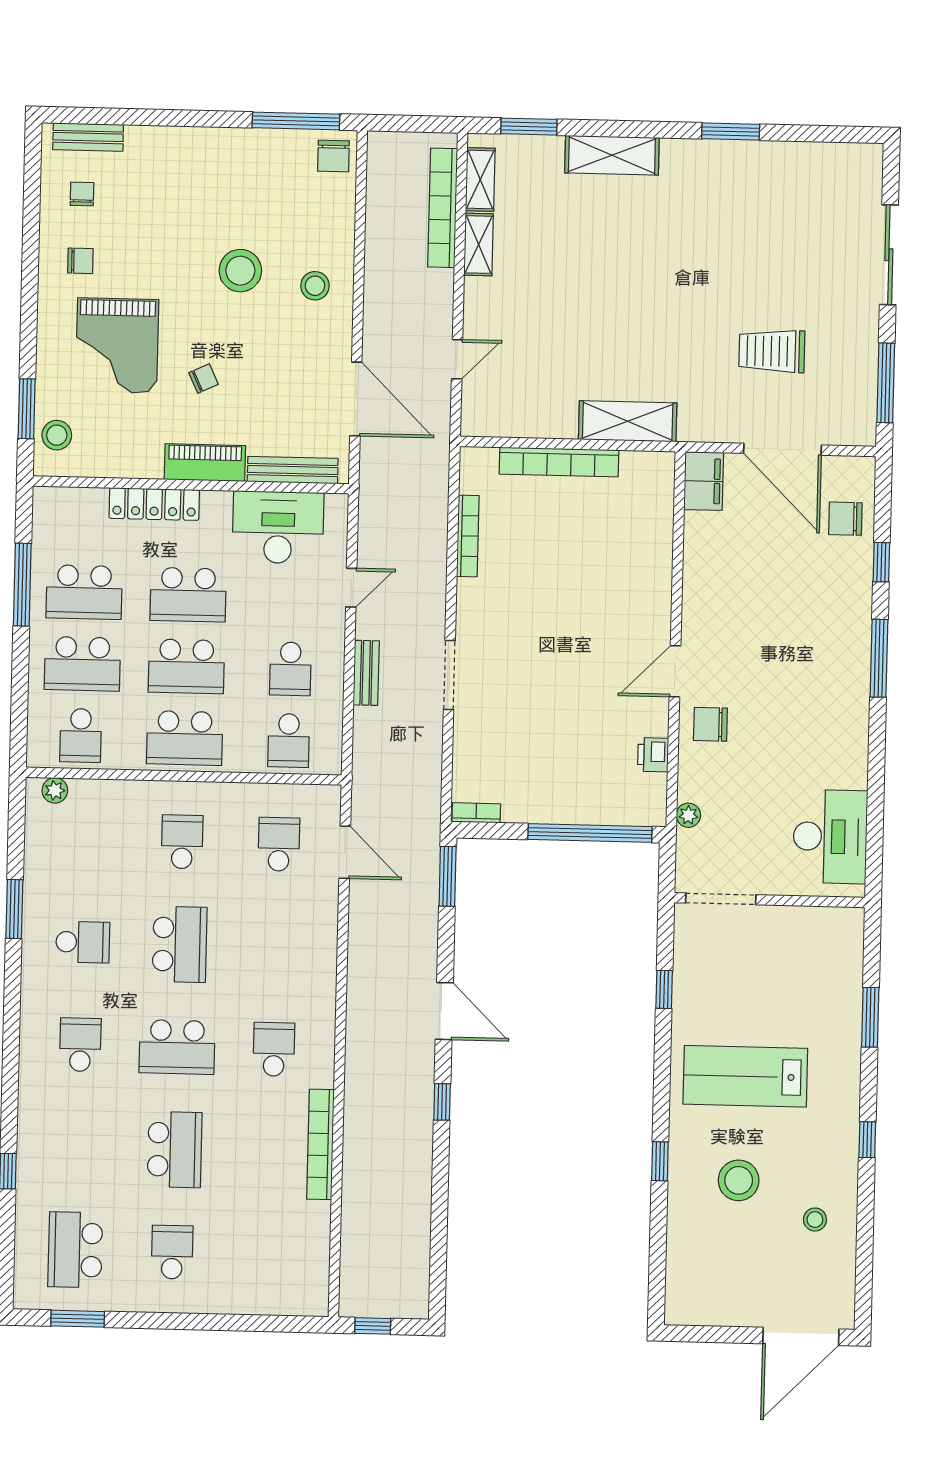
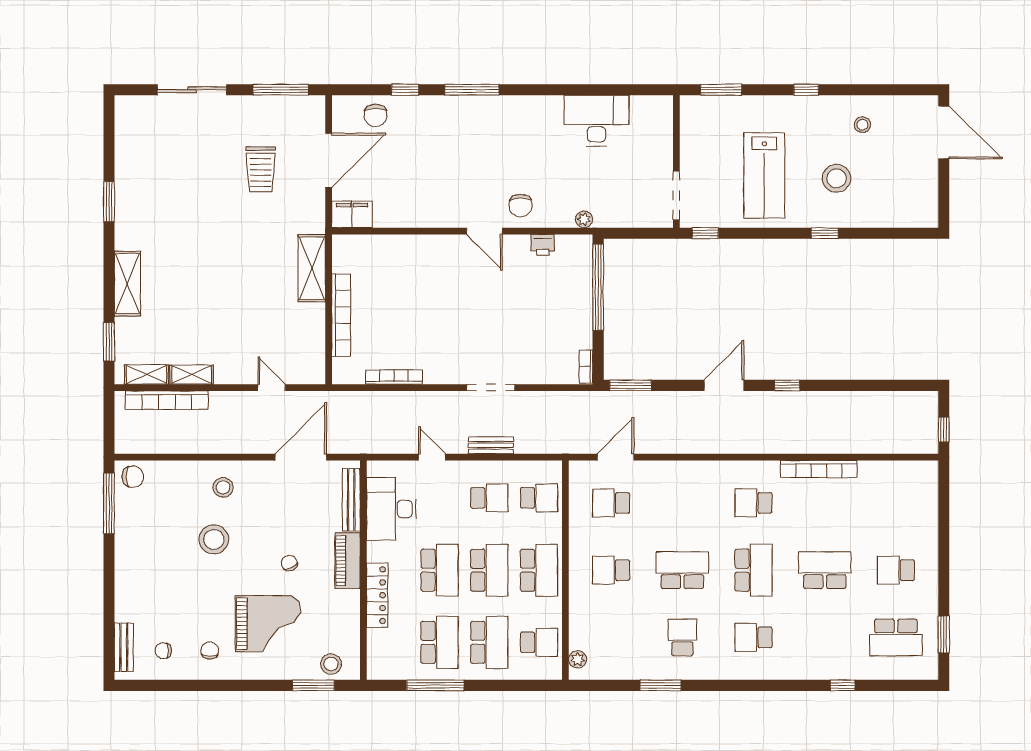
doorway: (721, 899) -> (676, 195), moved
wall: (770, 900) -> (676, 161), moved

